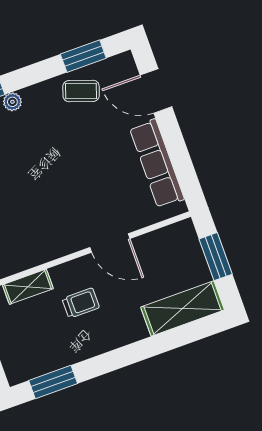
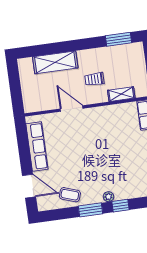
window: (83, 56) -> (90, 210), moved
window: (216, 257) -> (16, 89), removed
shelving: (183, 308) -> (55, 62), moved

